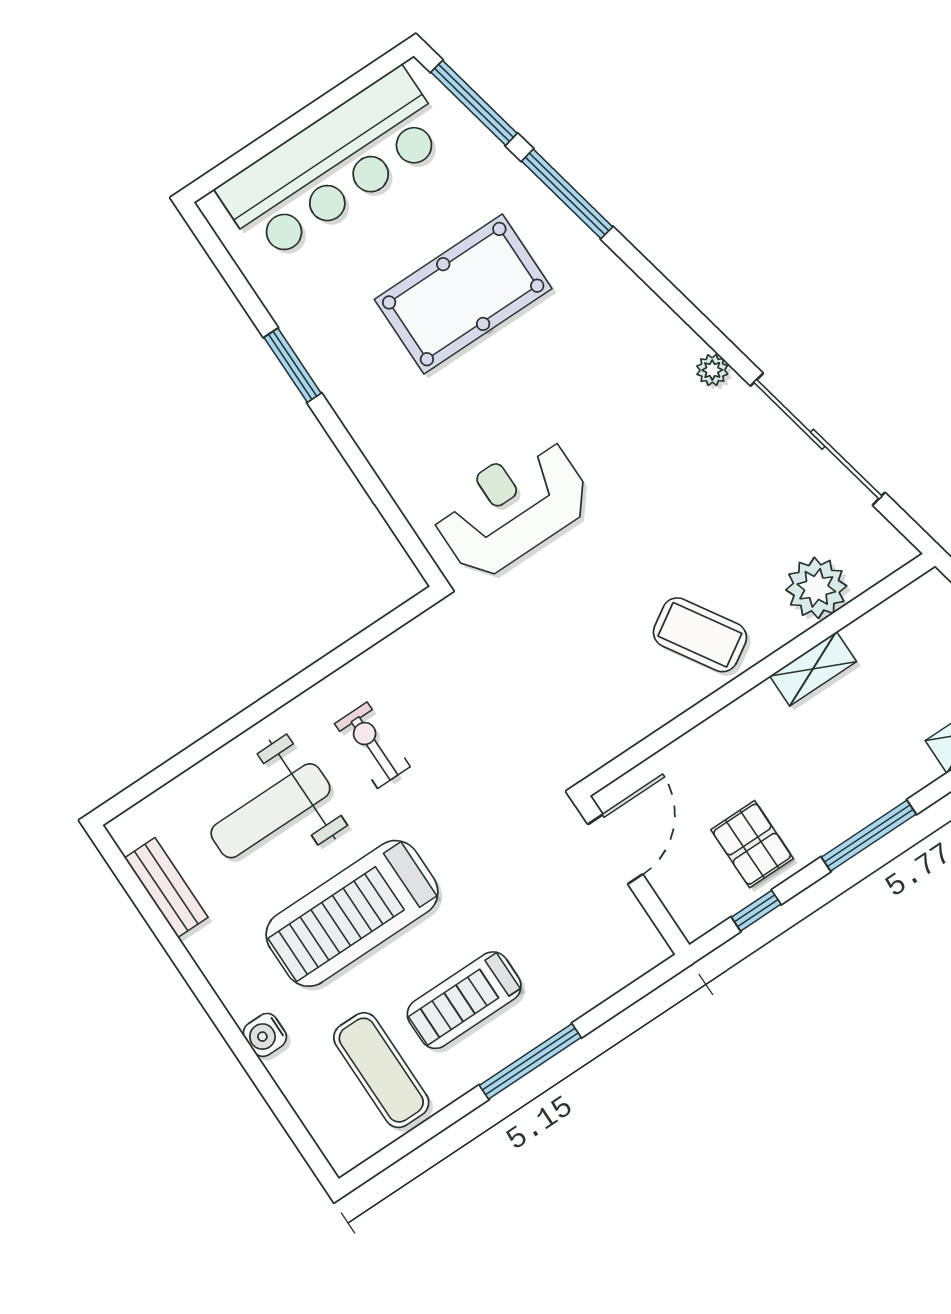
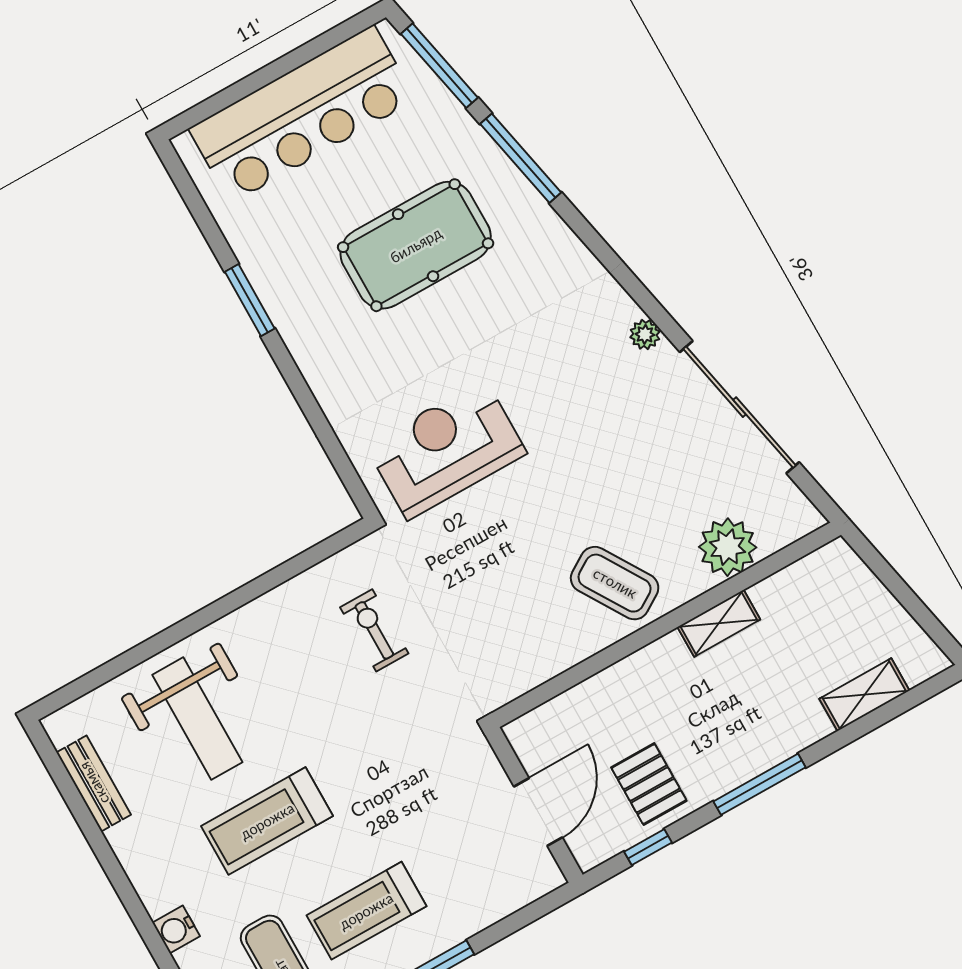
exercise bike: (372, 745) -> (374, 630), moved
weight bench: (270, 811) -> (197, 718), turned -90
door: (615, 849) -> (538, 812), moved
treadmill: (352, 913) -> (267, 821), width x0.73, depth x0.73

